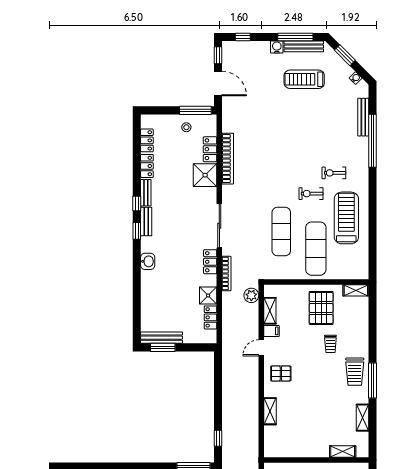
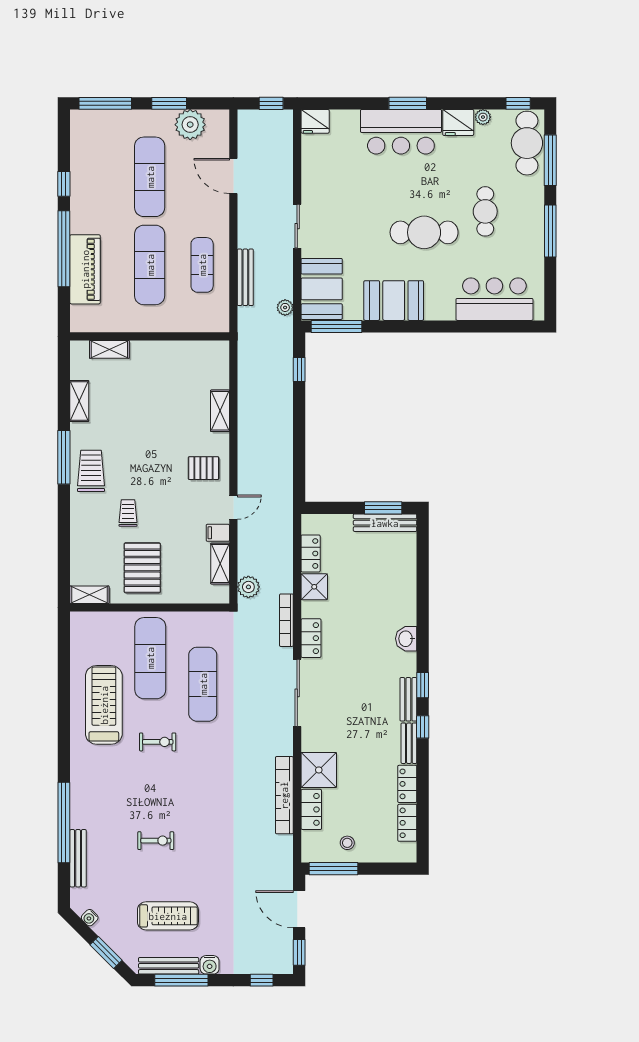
exercise bike: (334, 173) -> (156, 841), moved
treadmill: (346, 218) -> (104, 705), turned 180

